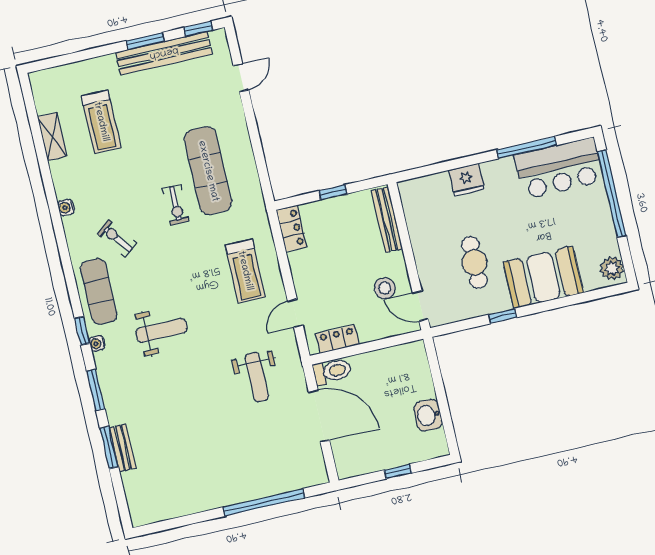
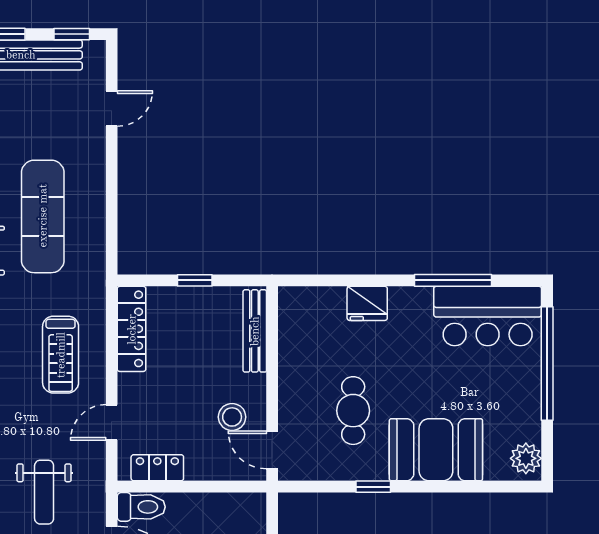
locker: (291, 228) -> (132, 329), width x1.53

